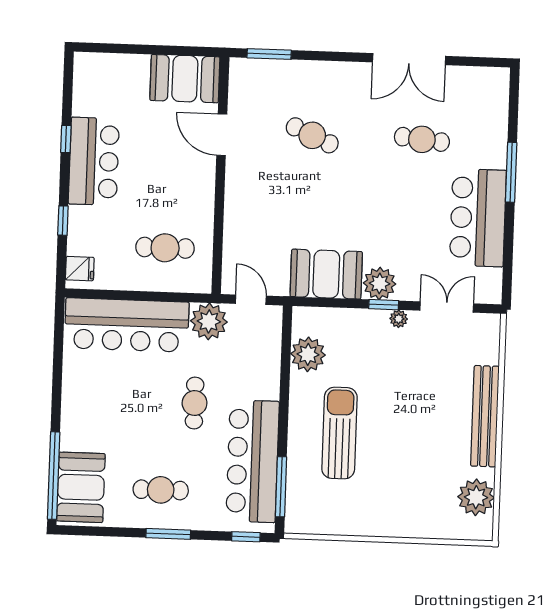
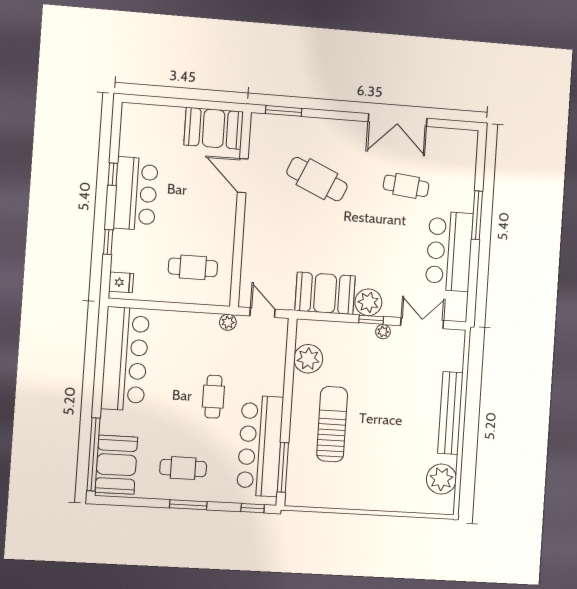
cafe table: (312, 135) -> (317, 179), width x1.37, depth x1.35
plant: (209, 321) -> (228, 322), width x0.53, depth x0.53
bar counter: (127, 325) -> (125, 359), moved, turned -90

